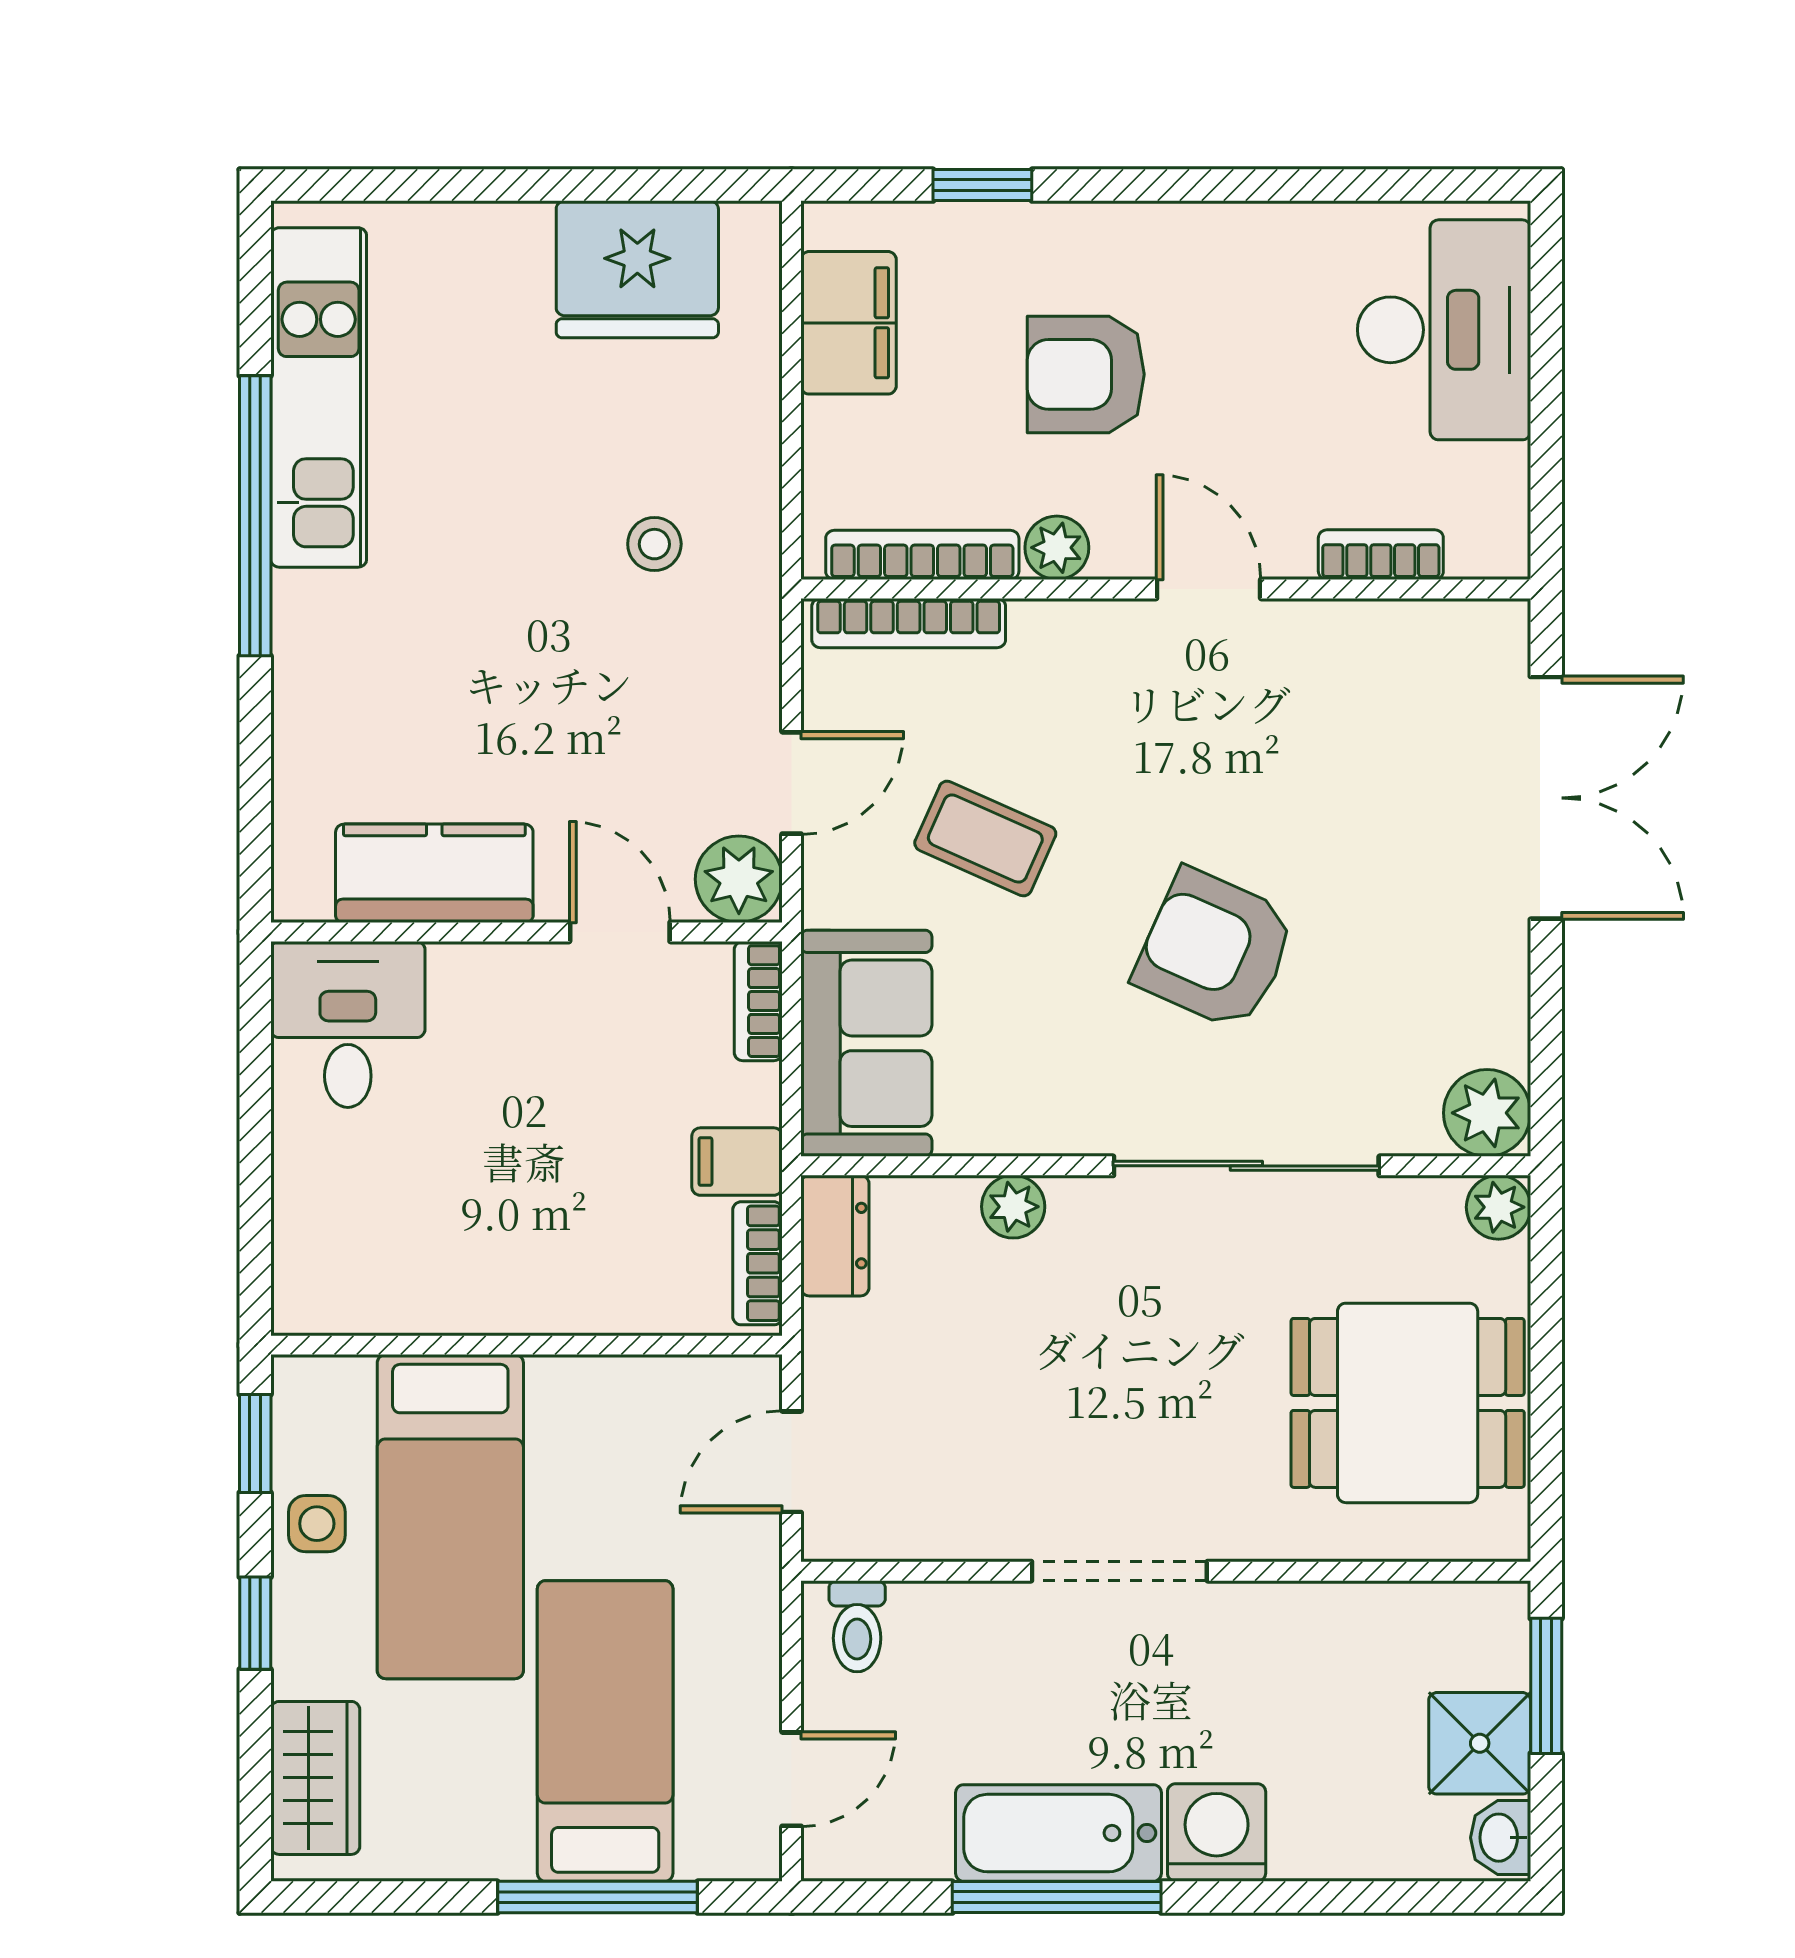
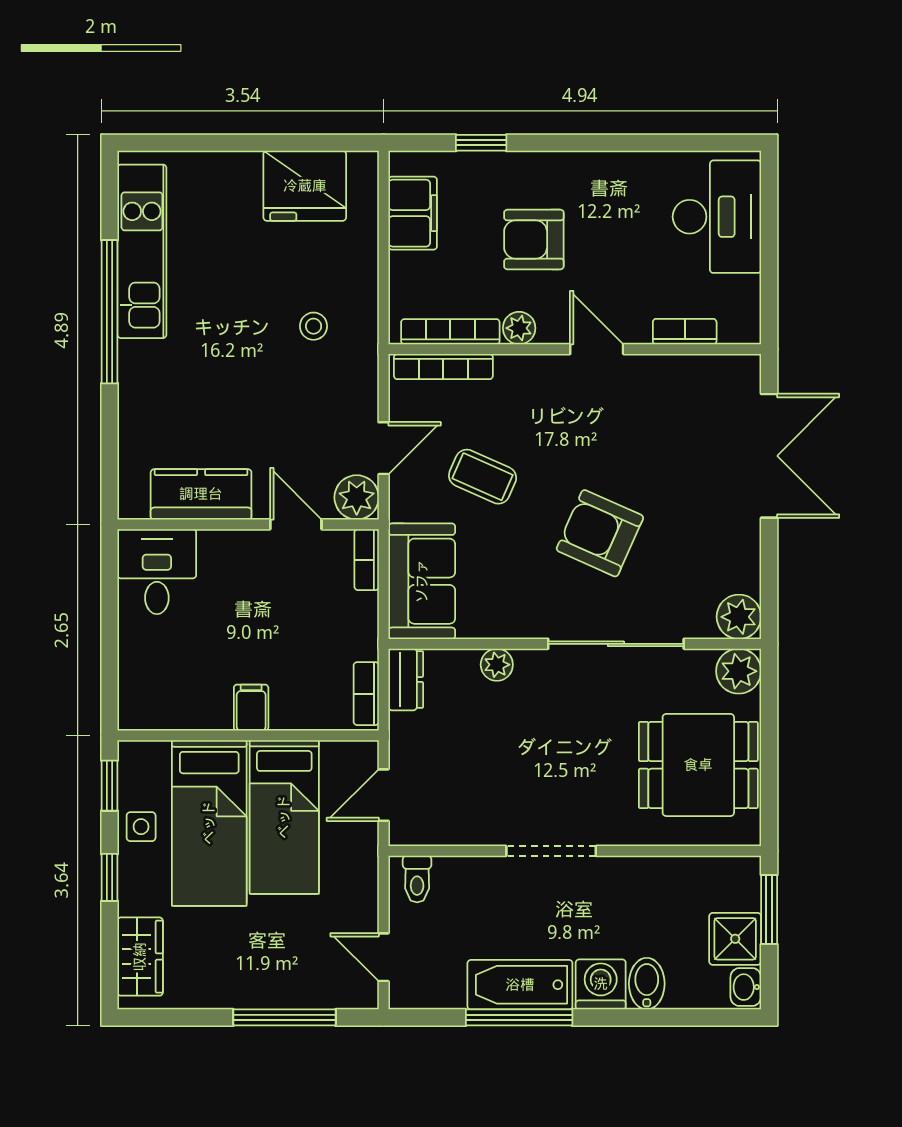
filing cabinet: (737, 1162) -> (251, 708), moved, turned 90
plant: (1499, 1207) -> (739, 671), width x1.38, depth x1.38
bed: (605, 1731) -> (284, 817), moved, turned 180
door: (792, 1779) -> (384, 957), swing flipped
bidet: (1307, 1831) -> (647, 984), added

